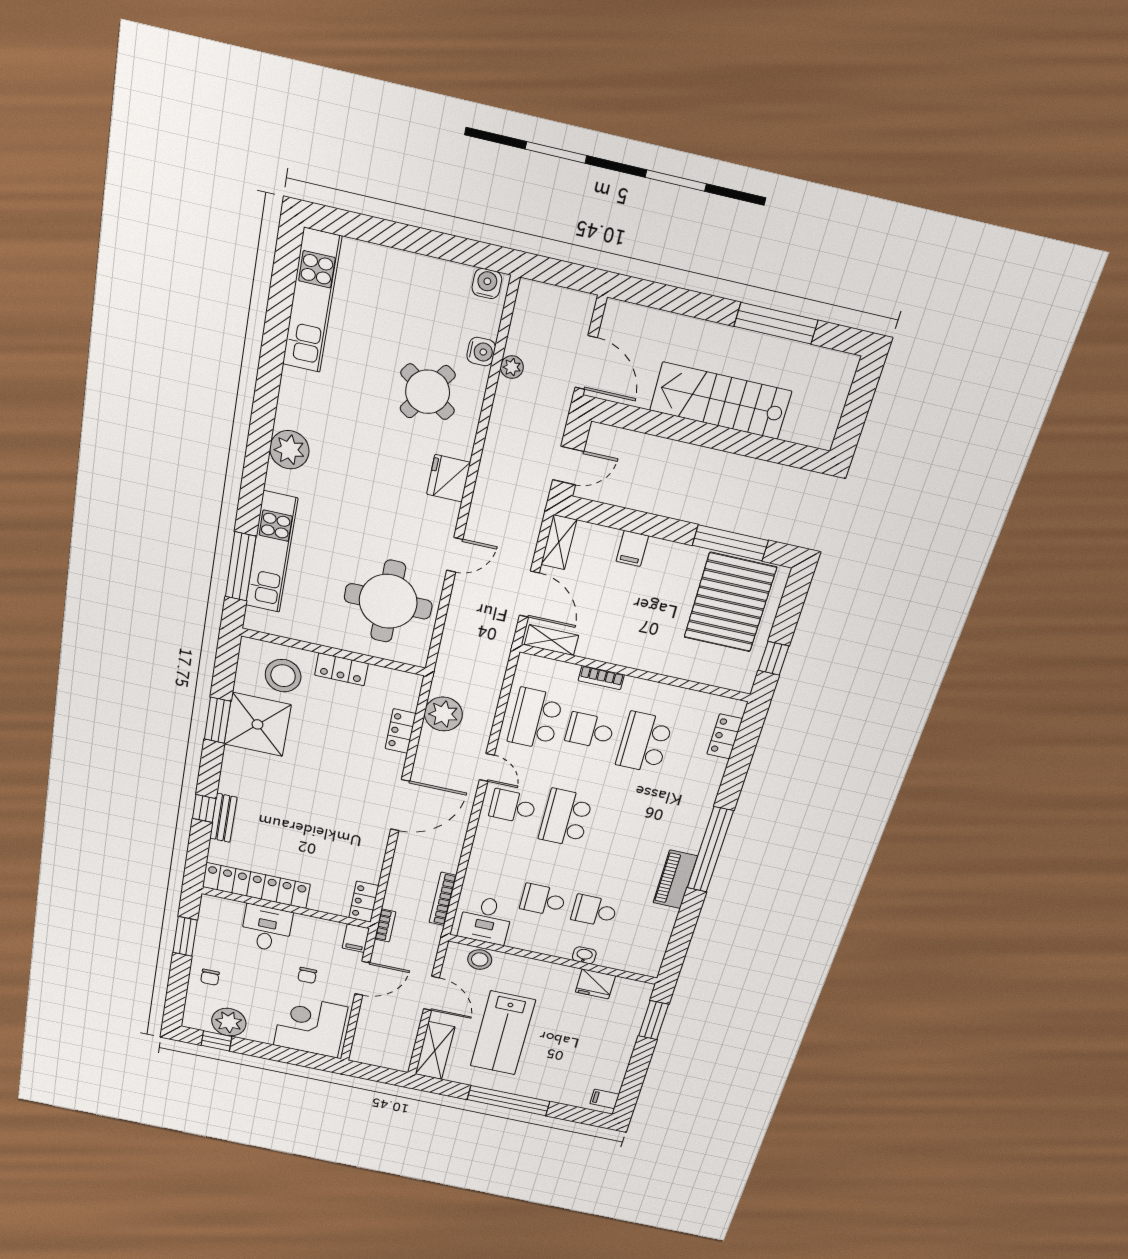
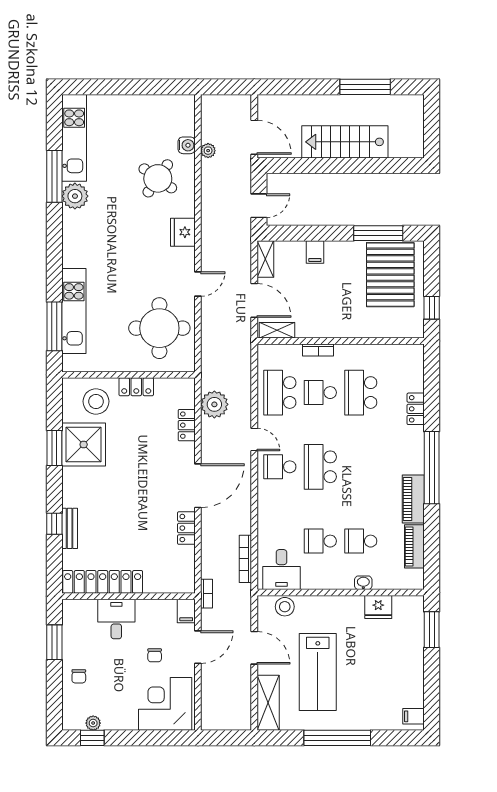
water cooler: (487, 284) -> (181, 103), removed
window: (273, 354) -> (54, 176), added
plant: (289, 450) -> (75, 196), moved
locker: (725, 736) -> (416, 409), moved
locker: (364, 902) -> (186, 528), moved
piano: (660, 931) -> (414, 546), added
plant: (229, 1022) -> (93, 723), width x0.53, depth x0.53

